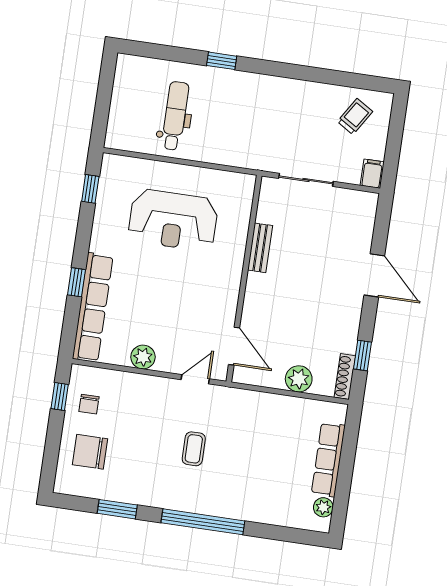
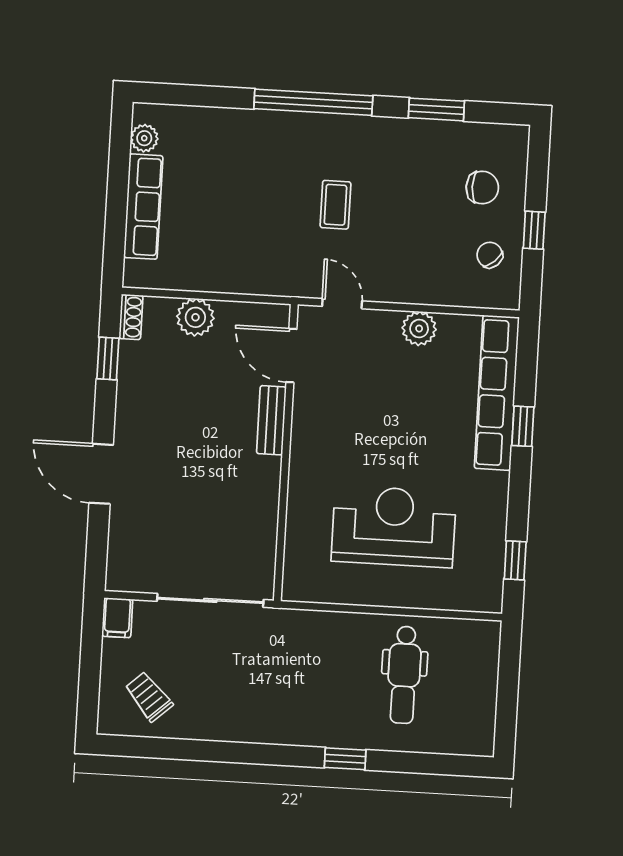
trolley: (355, 117) -> (149, 697), turned 106
sliding door: (306, 180) -> (210, 600), width x1.37
bench: (260, 248) -> (271, 420), moved
shoe rack: (345, 377) -> (131, 317), width x0.70
door: (195, 379) -> (342, 304), swing flipped
window: (60, 397) -> (534, 230), moved
chair: (89, 404) -> (490, 255), turned -42
chair: (90, 452) -> (482, 188), width x0.73, depth x0.73

